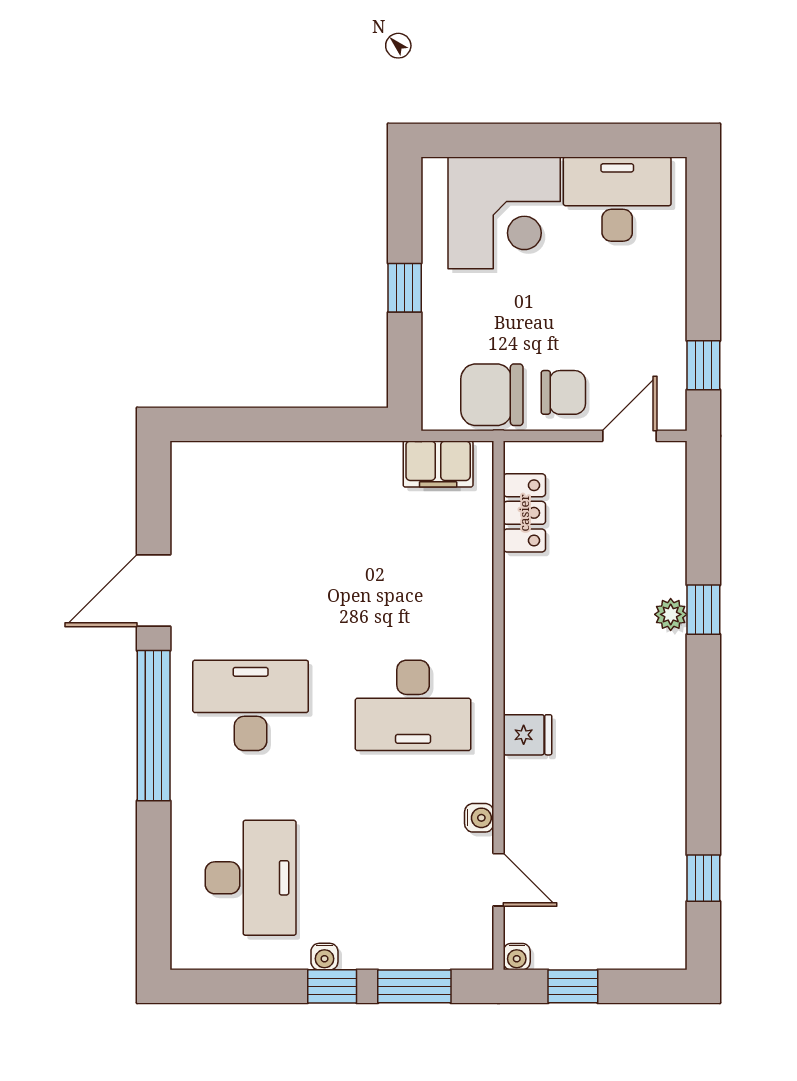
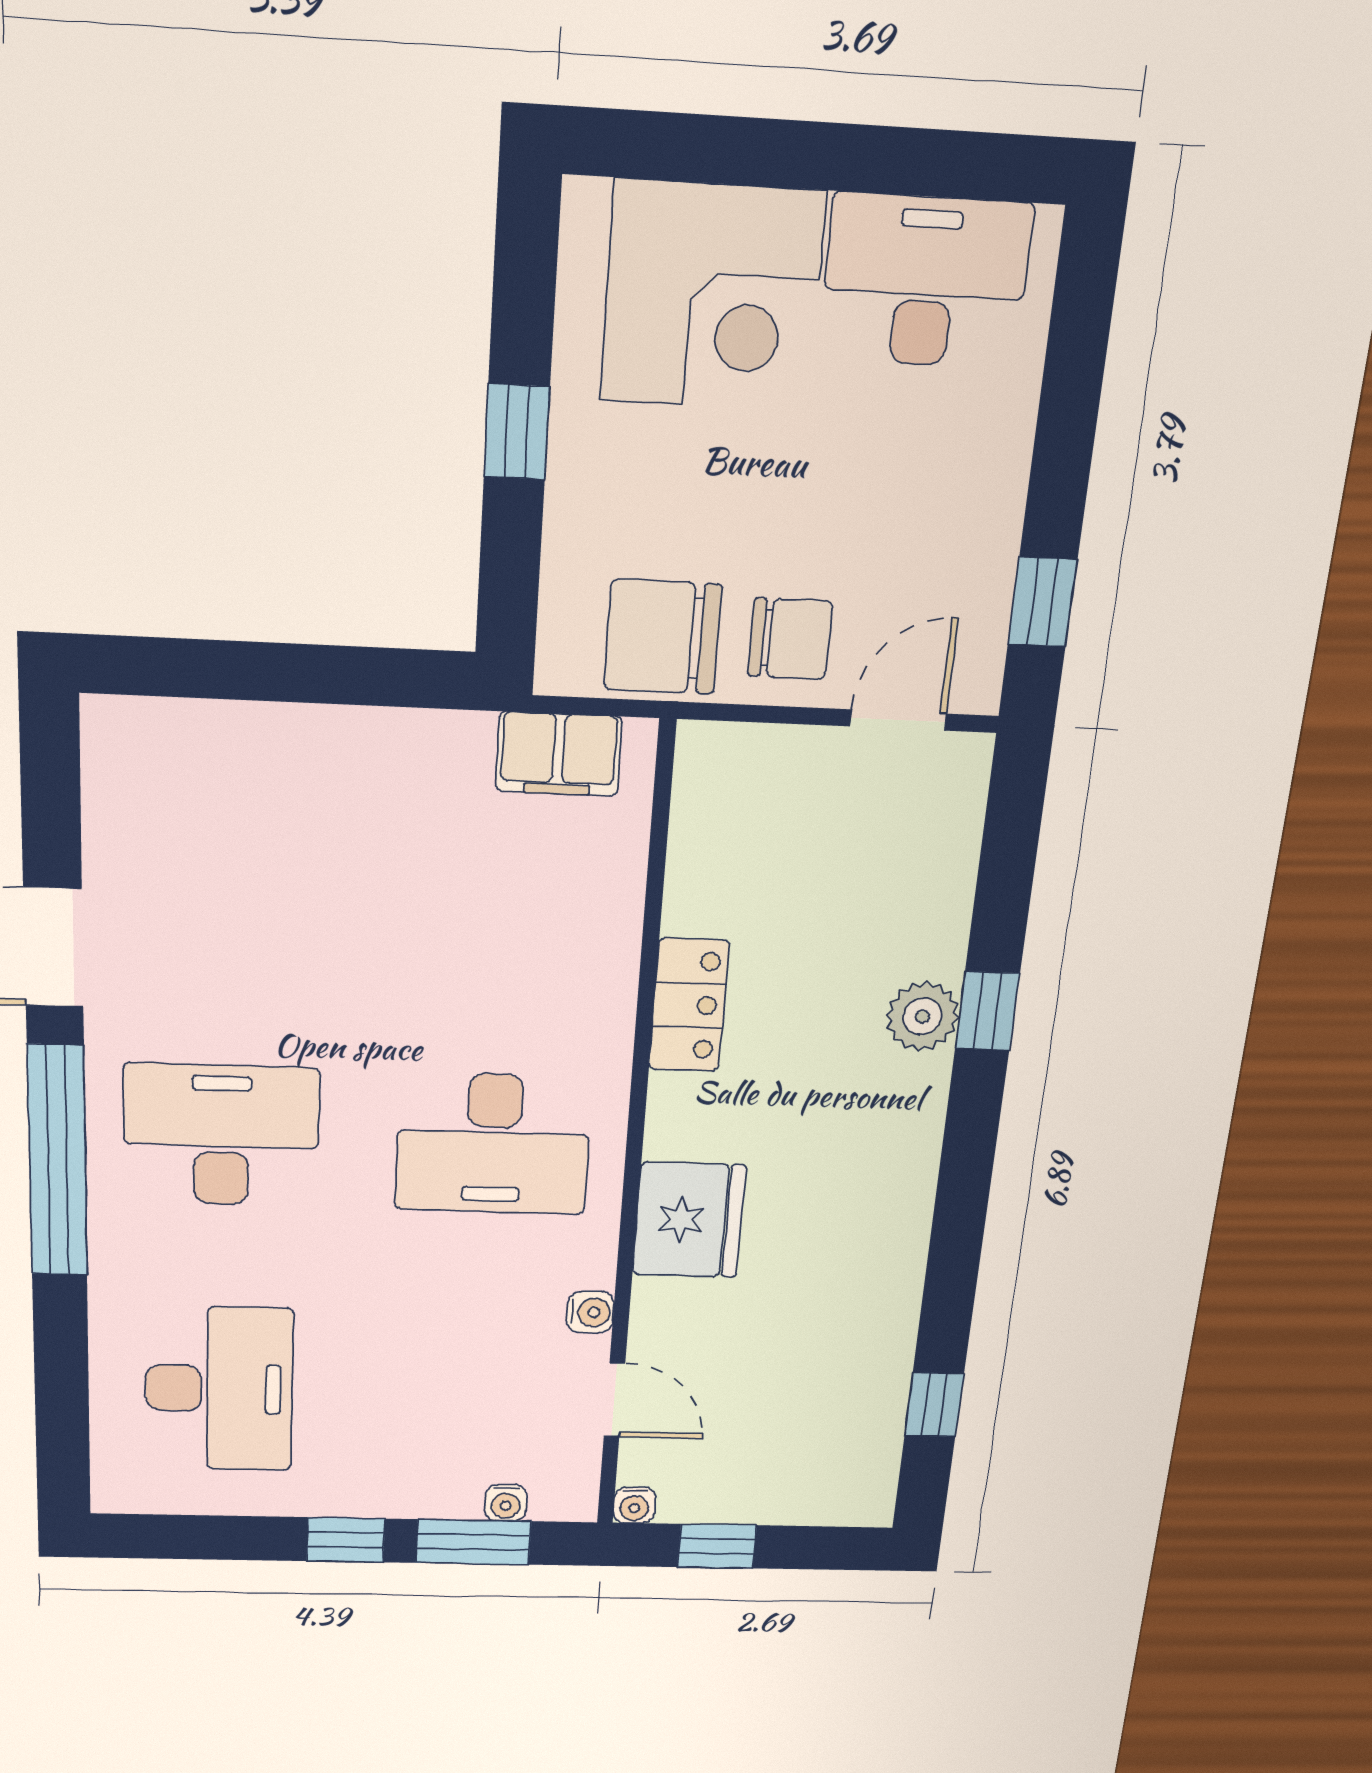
locker: (524, 513) -> (689, 1005), moved
plant: (671, 614) -> (922, 1016), width x1.38, depth x1.38
fridge: (528, 735) -> (689, 1220), width x1.88, depth x1.34
water cooler: (324, 957) -> (506, 1503), moved

